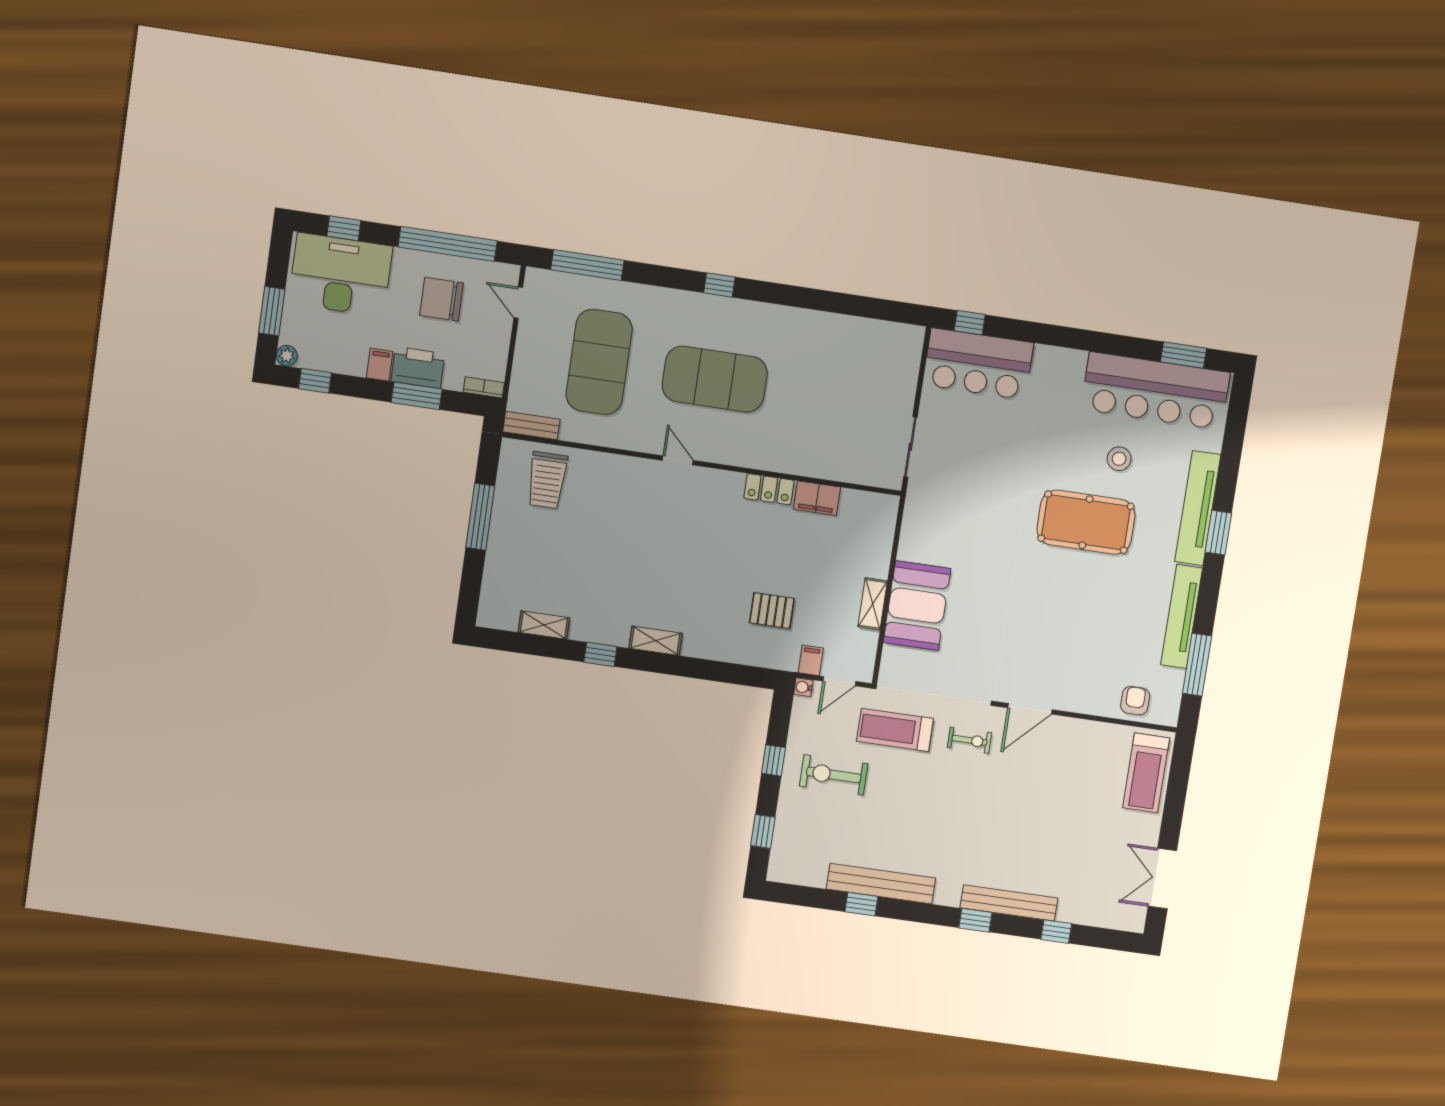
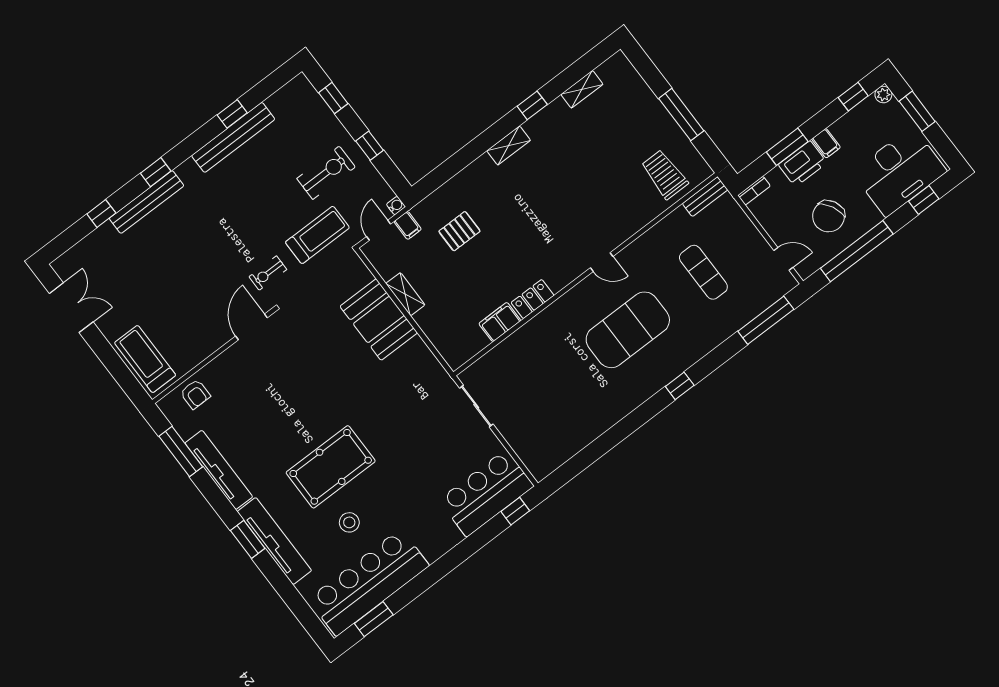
chair: (441, 299) -> (829, 216), turned 153
exercise mat: (599, 362) -> (703, 272), width x0.50, depth x0.69

